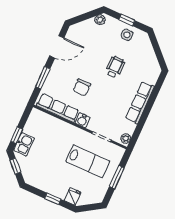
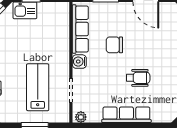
wheelchair: (115, 67) -> (138, 78), moved
lab bench: (88, 161) -> (38, 87), turned 180

